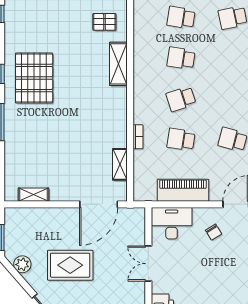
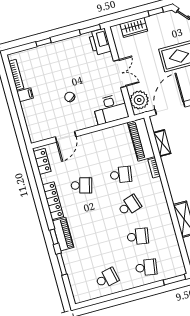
piano: (183, 190) -> (141, 140), moved, turned 90
plant: (134, 225) -> (139, 100), added
chair: (214, 232) -> (70, 97), moved

